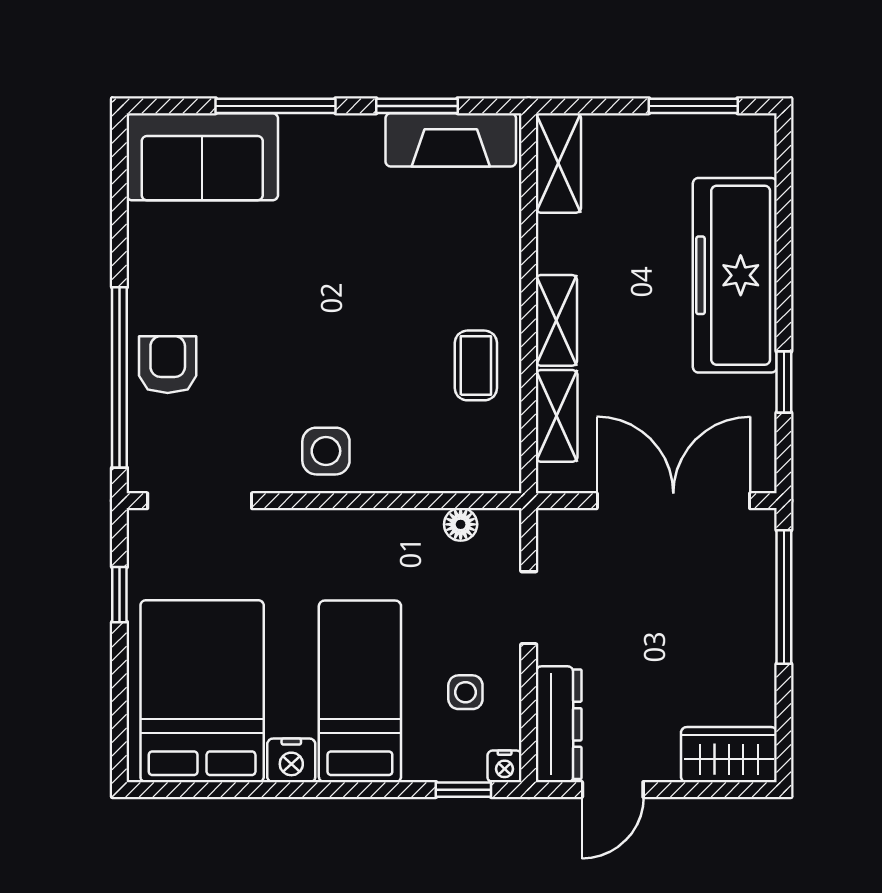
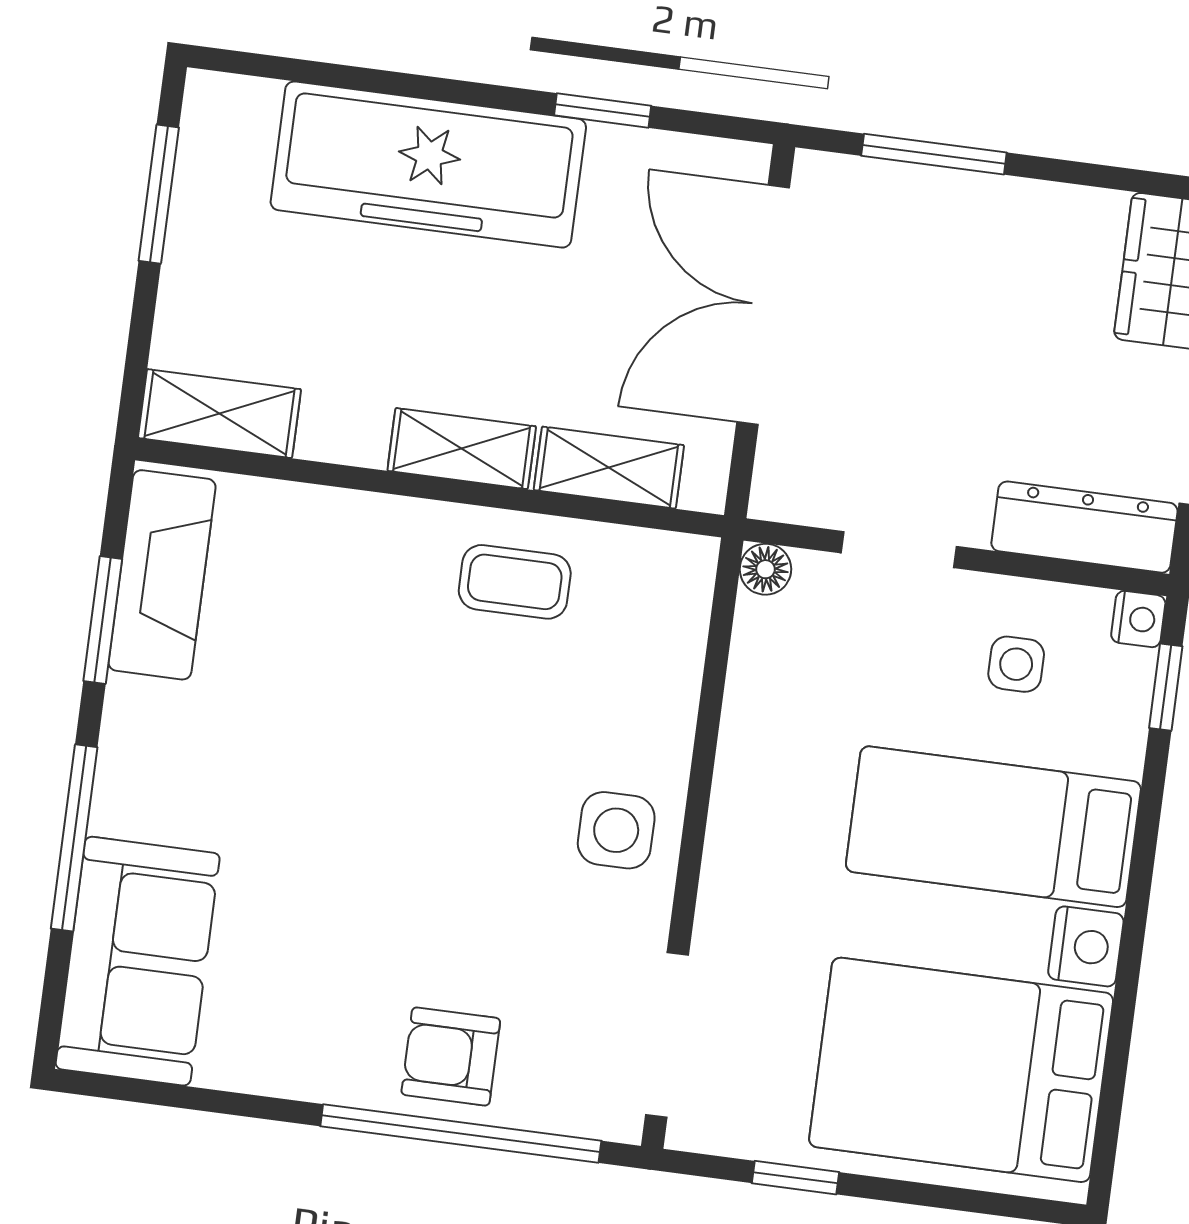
floor lamp: (461, 524) -> (765, 569), moved
window: (784, 597) -> (934, 154), width x0.69

